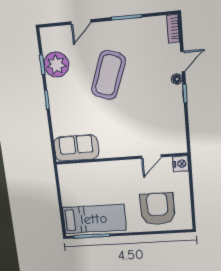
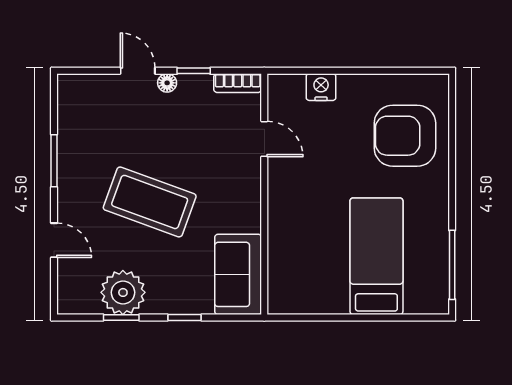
bookcase: (173, 29) -> (238, 83), moved
sofa: (76, 148) -> (238, 274), moved
door: (151, 156) -> (264, 139), moved
wall: (121, 159) -> (264, 194), moved
bed: (94, 219) -> (376, 256), moved

